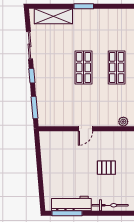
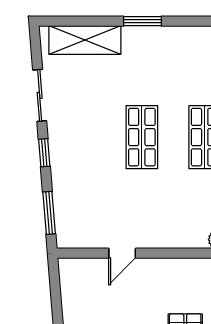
door: (85, 129) -> (122, 253), moved

